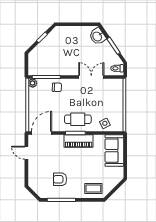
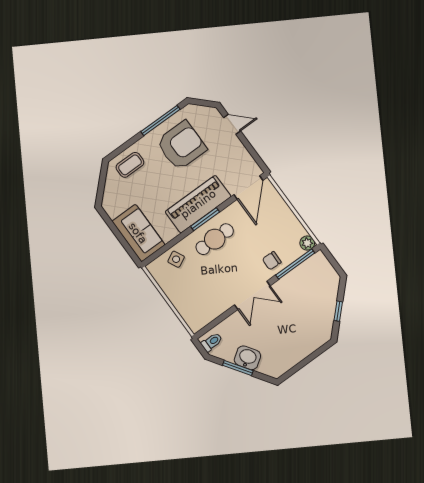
washbasin: (97, 36) -> (247, 358), moved
double door: (91, 77) -> (252, 295), moved
piano: (79, 141) -> (198, 204), width x1.37, depth x1.33
door: (26, 153) -> (232, 124), moved
armchair: (60, 179) -> (181, 145), width x1.88, depth x1.88

